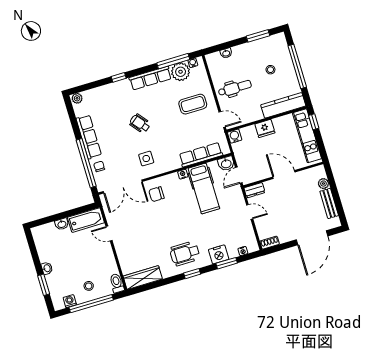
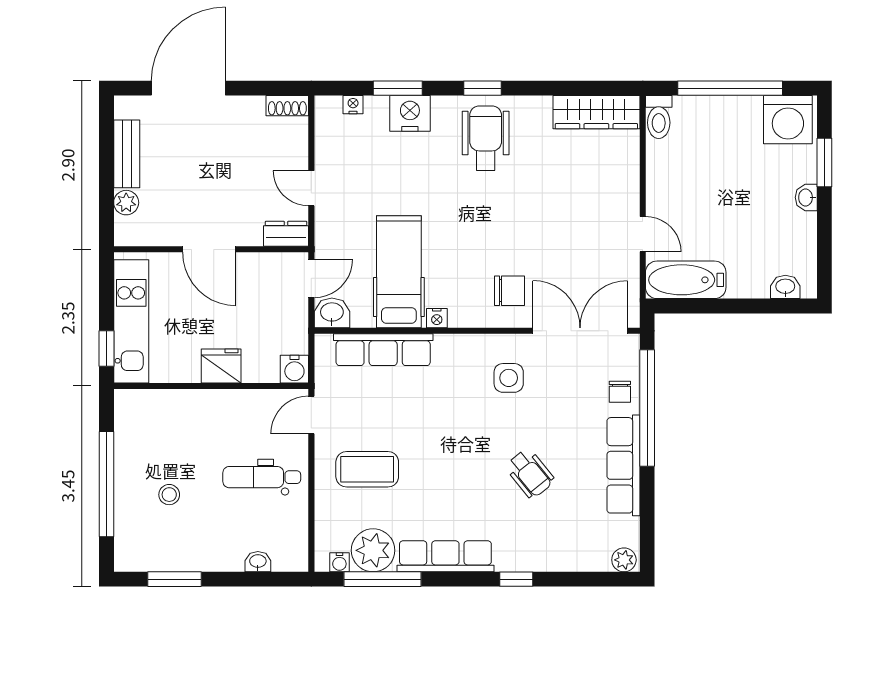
kitchen counter: (283, 105) -> (164, 406), removed
door: (222, 119) -> (311, 415), hinge flipped
wheelchair: (140, 124) -> (530, 474), moved
washbasin: (62, 224) -> (785, 287), moved
wheelchair: (185, 253) -> (486, 138), turned -90
stool: (89, 286) -> (724, 130), removed
washing machine: (70, 301) -> (788, 120), width x1.89, depth x1.89

